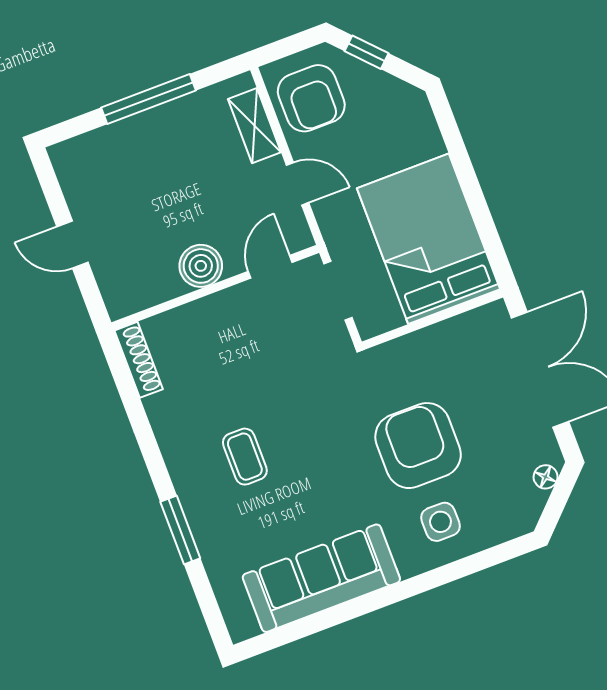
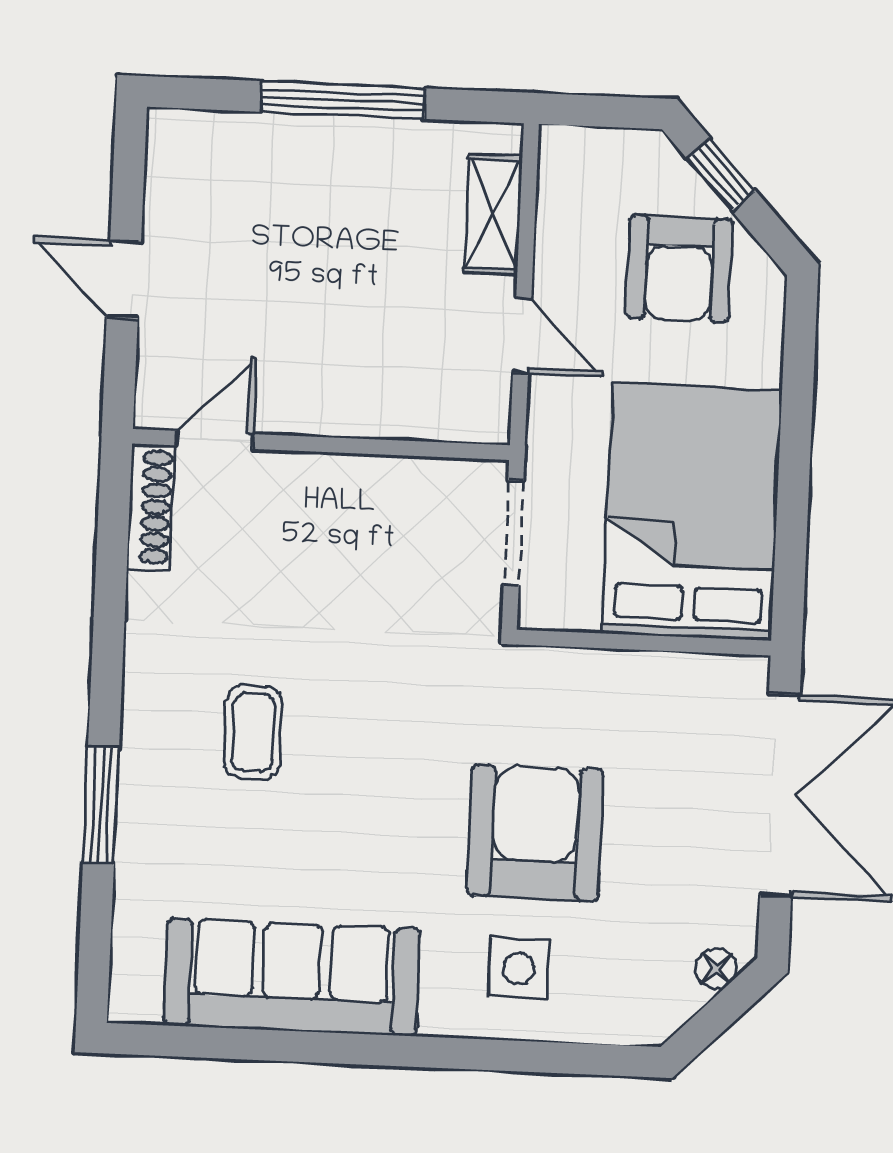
armchair: (311, 98) -> (679, 269), moved
boiler: (201, 266) -> (313, 400), removed
door: (270, 267) -> (215, 440), moved

